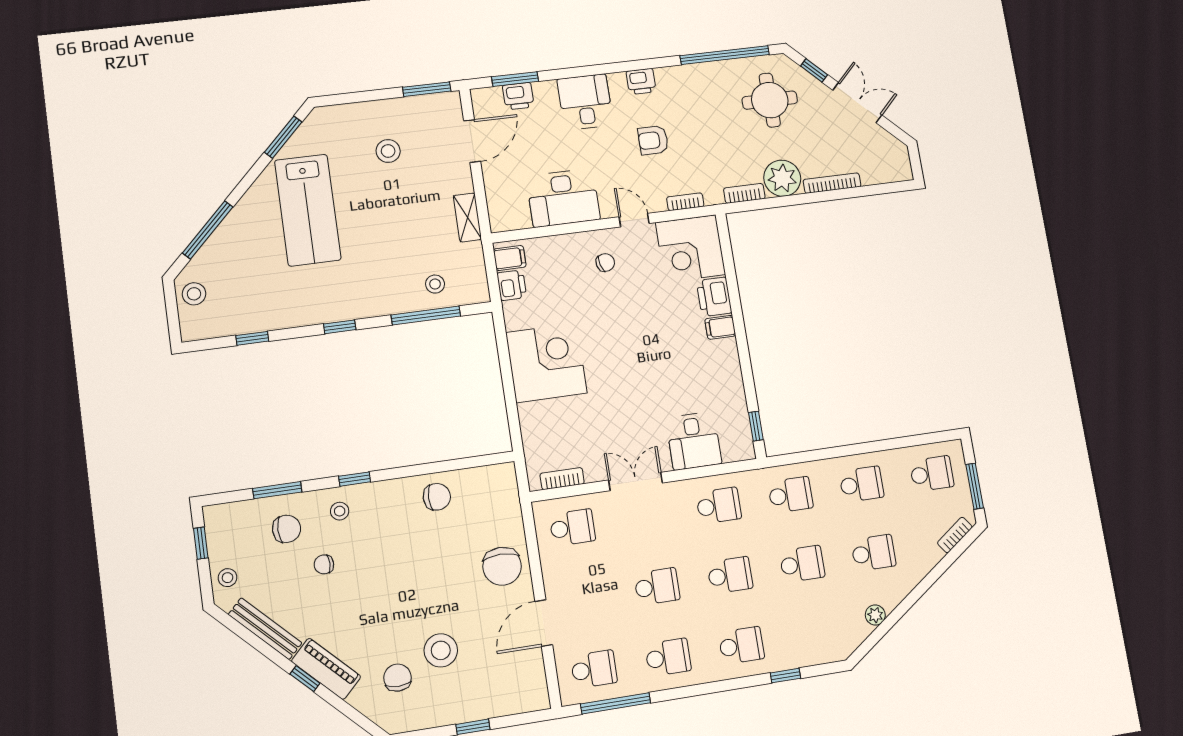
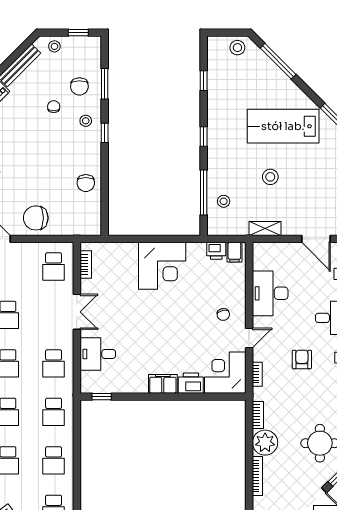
stool: (388, 151) -> (270, 177), moved
filing cabinet: (720, 327) -> (163, 384), width x2.00

